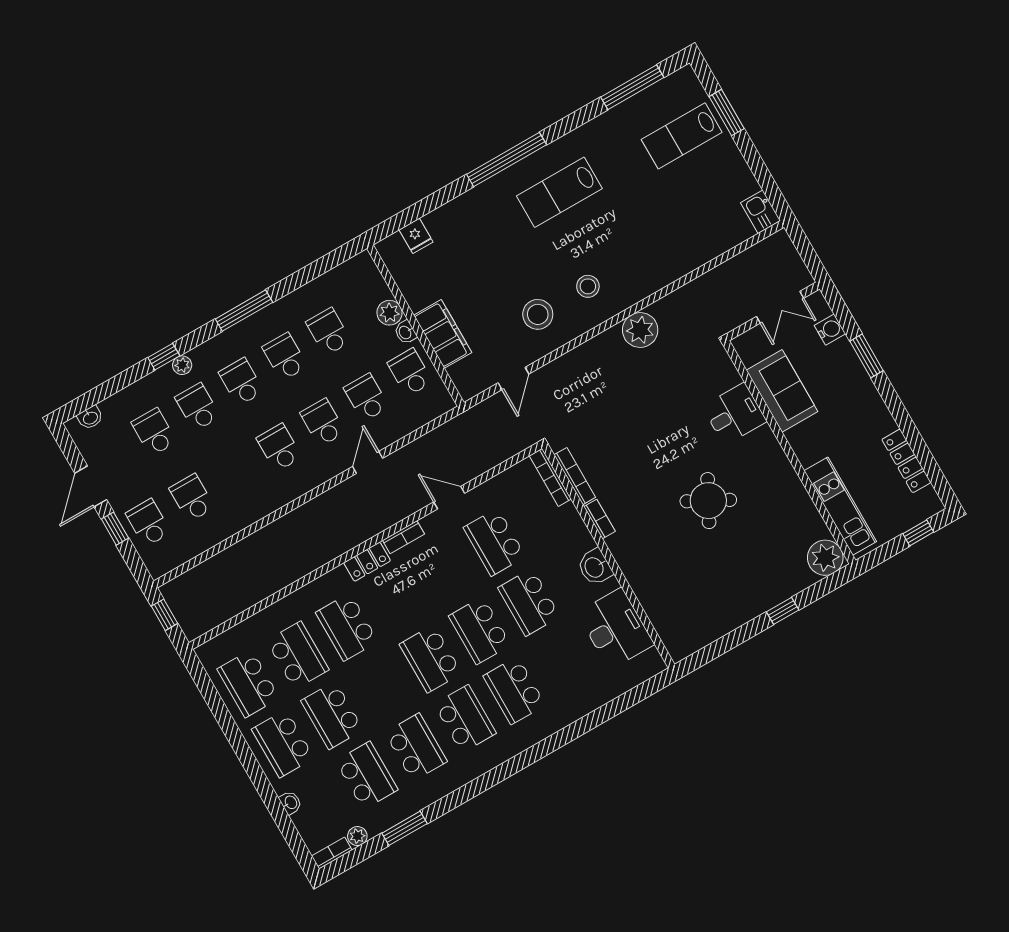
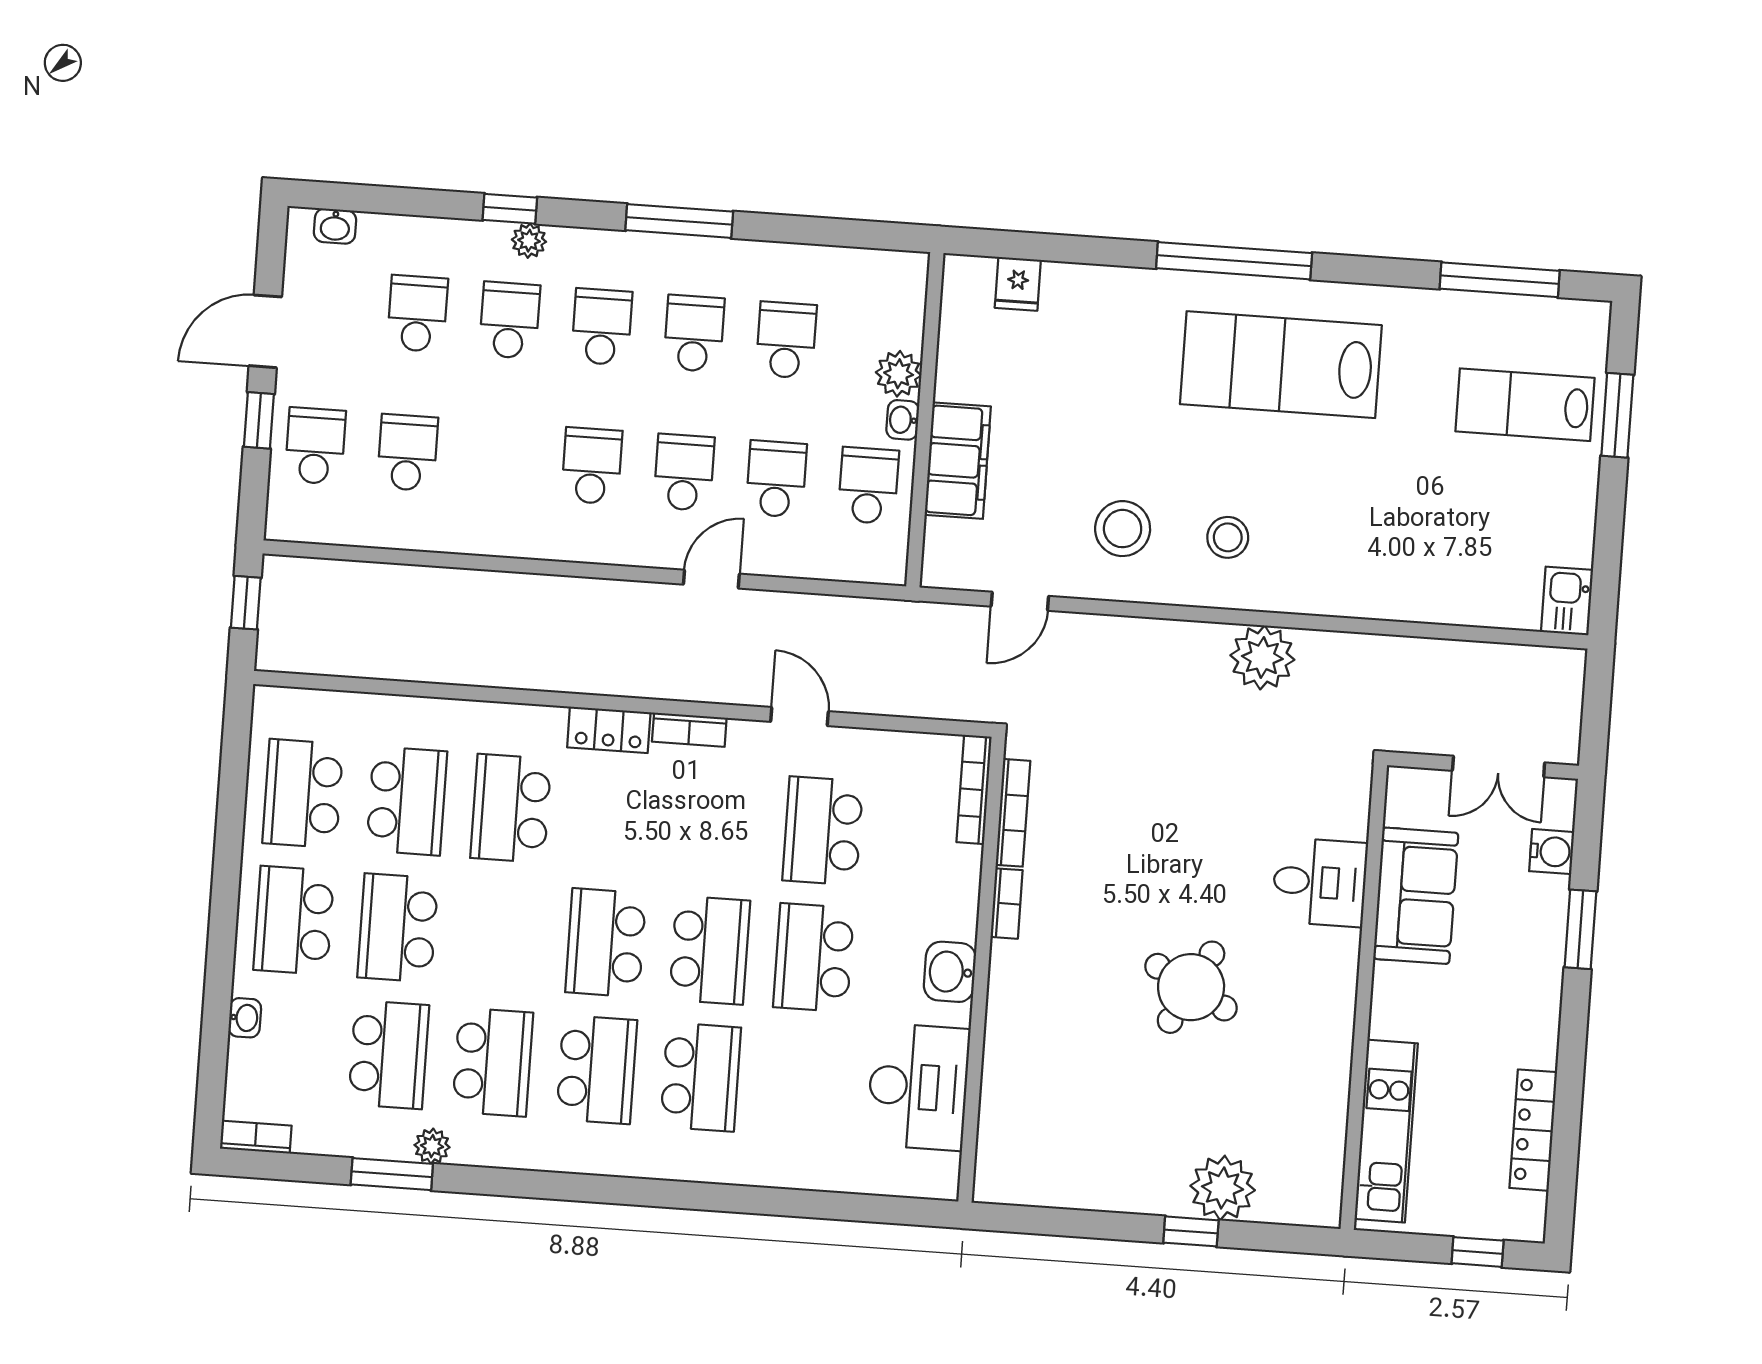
lab bench: (559, 192) -> (1281, 365), width x1.36, depth x1.39
plant: (825, 558) -> (1223, 1188), moved
school desk: (480, 630) -> (710, 950), turned 180
school desk: (514, 690) -> (701, 1077), turned 180
plant: (357, 836) -> (432, 1146), moved

